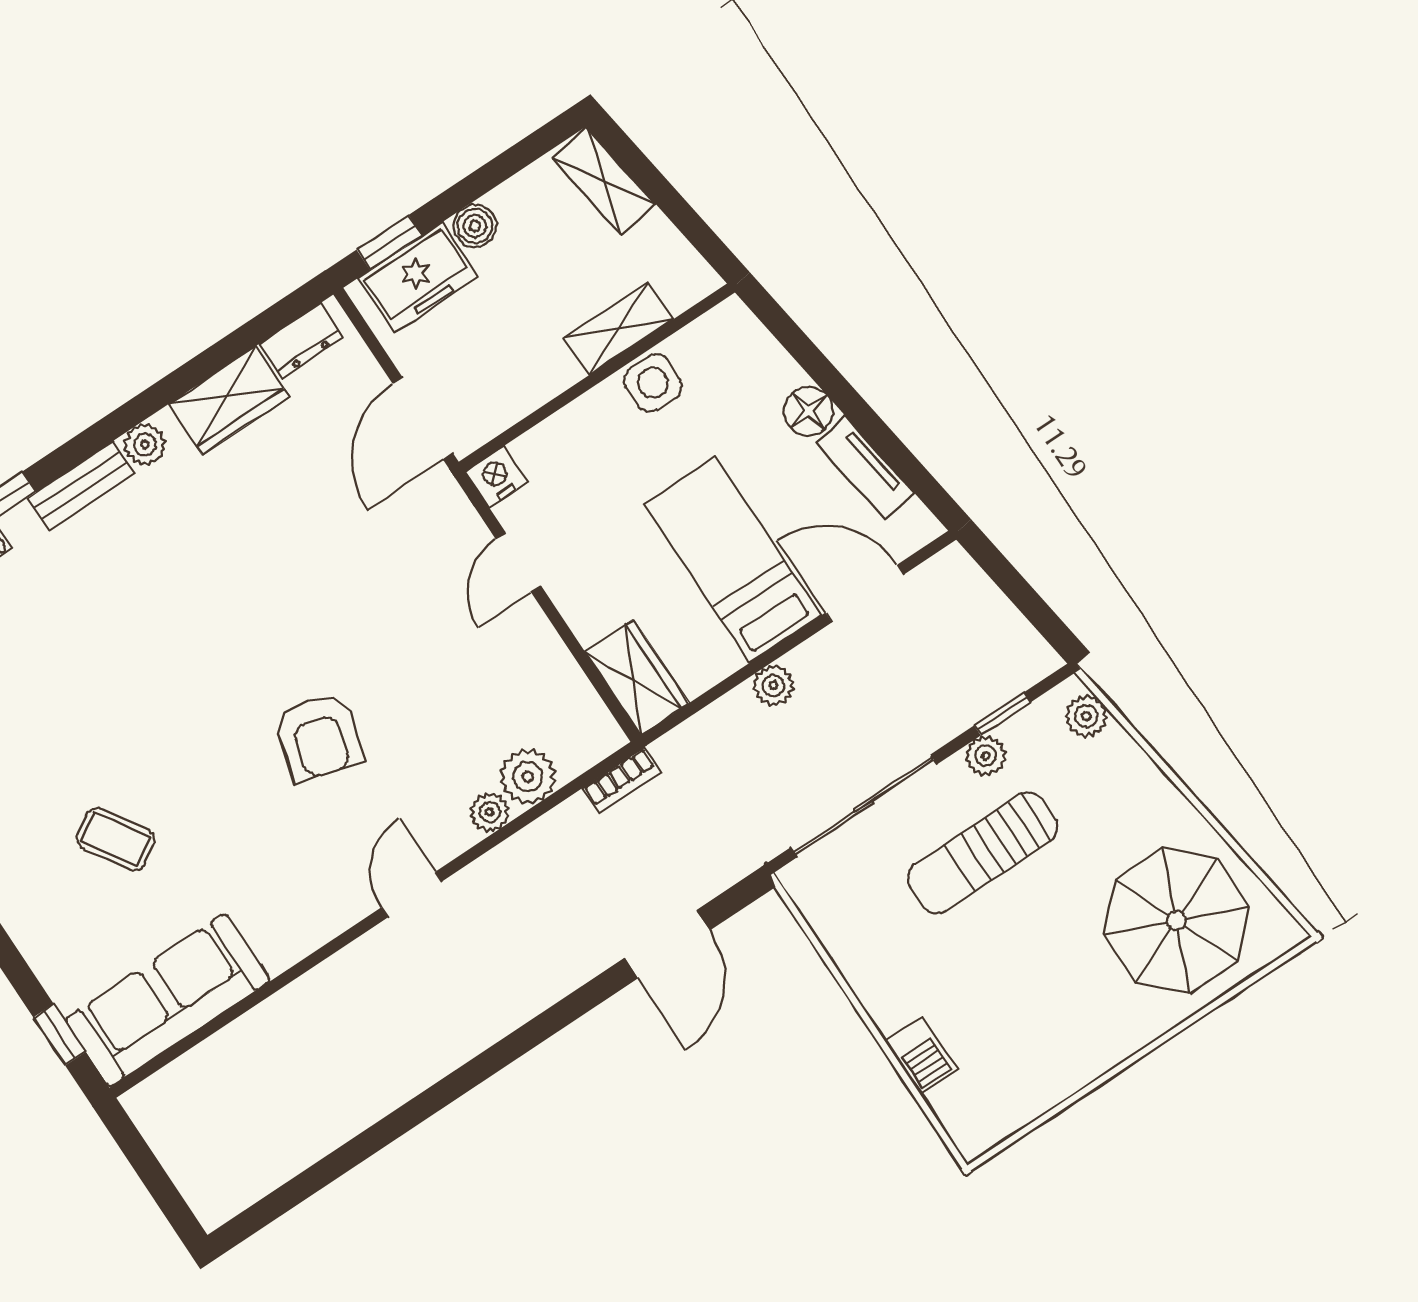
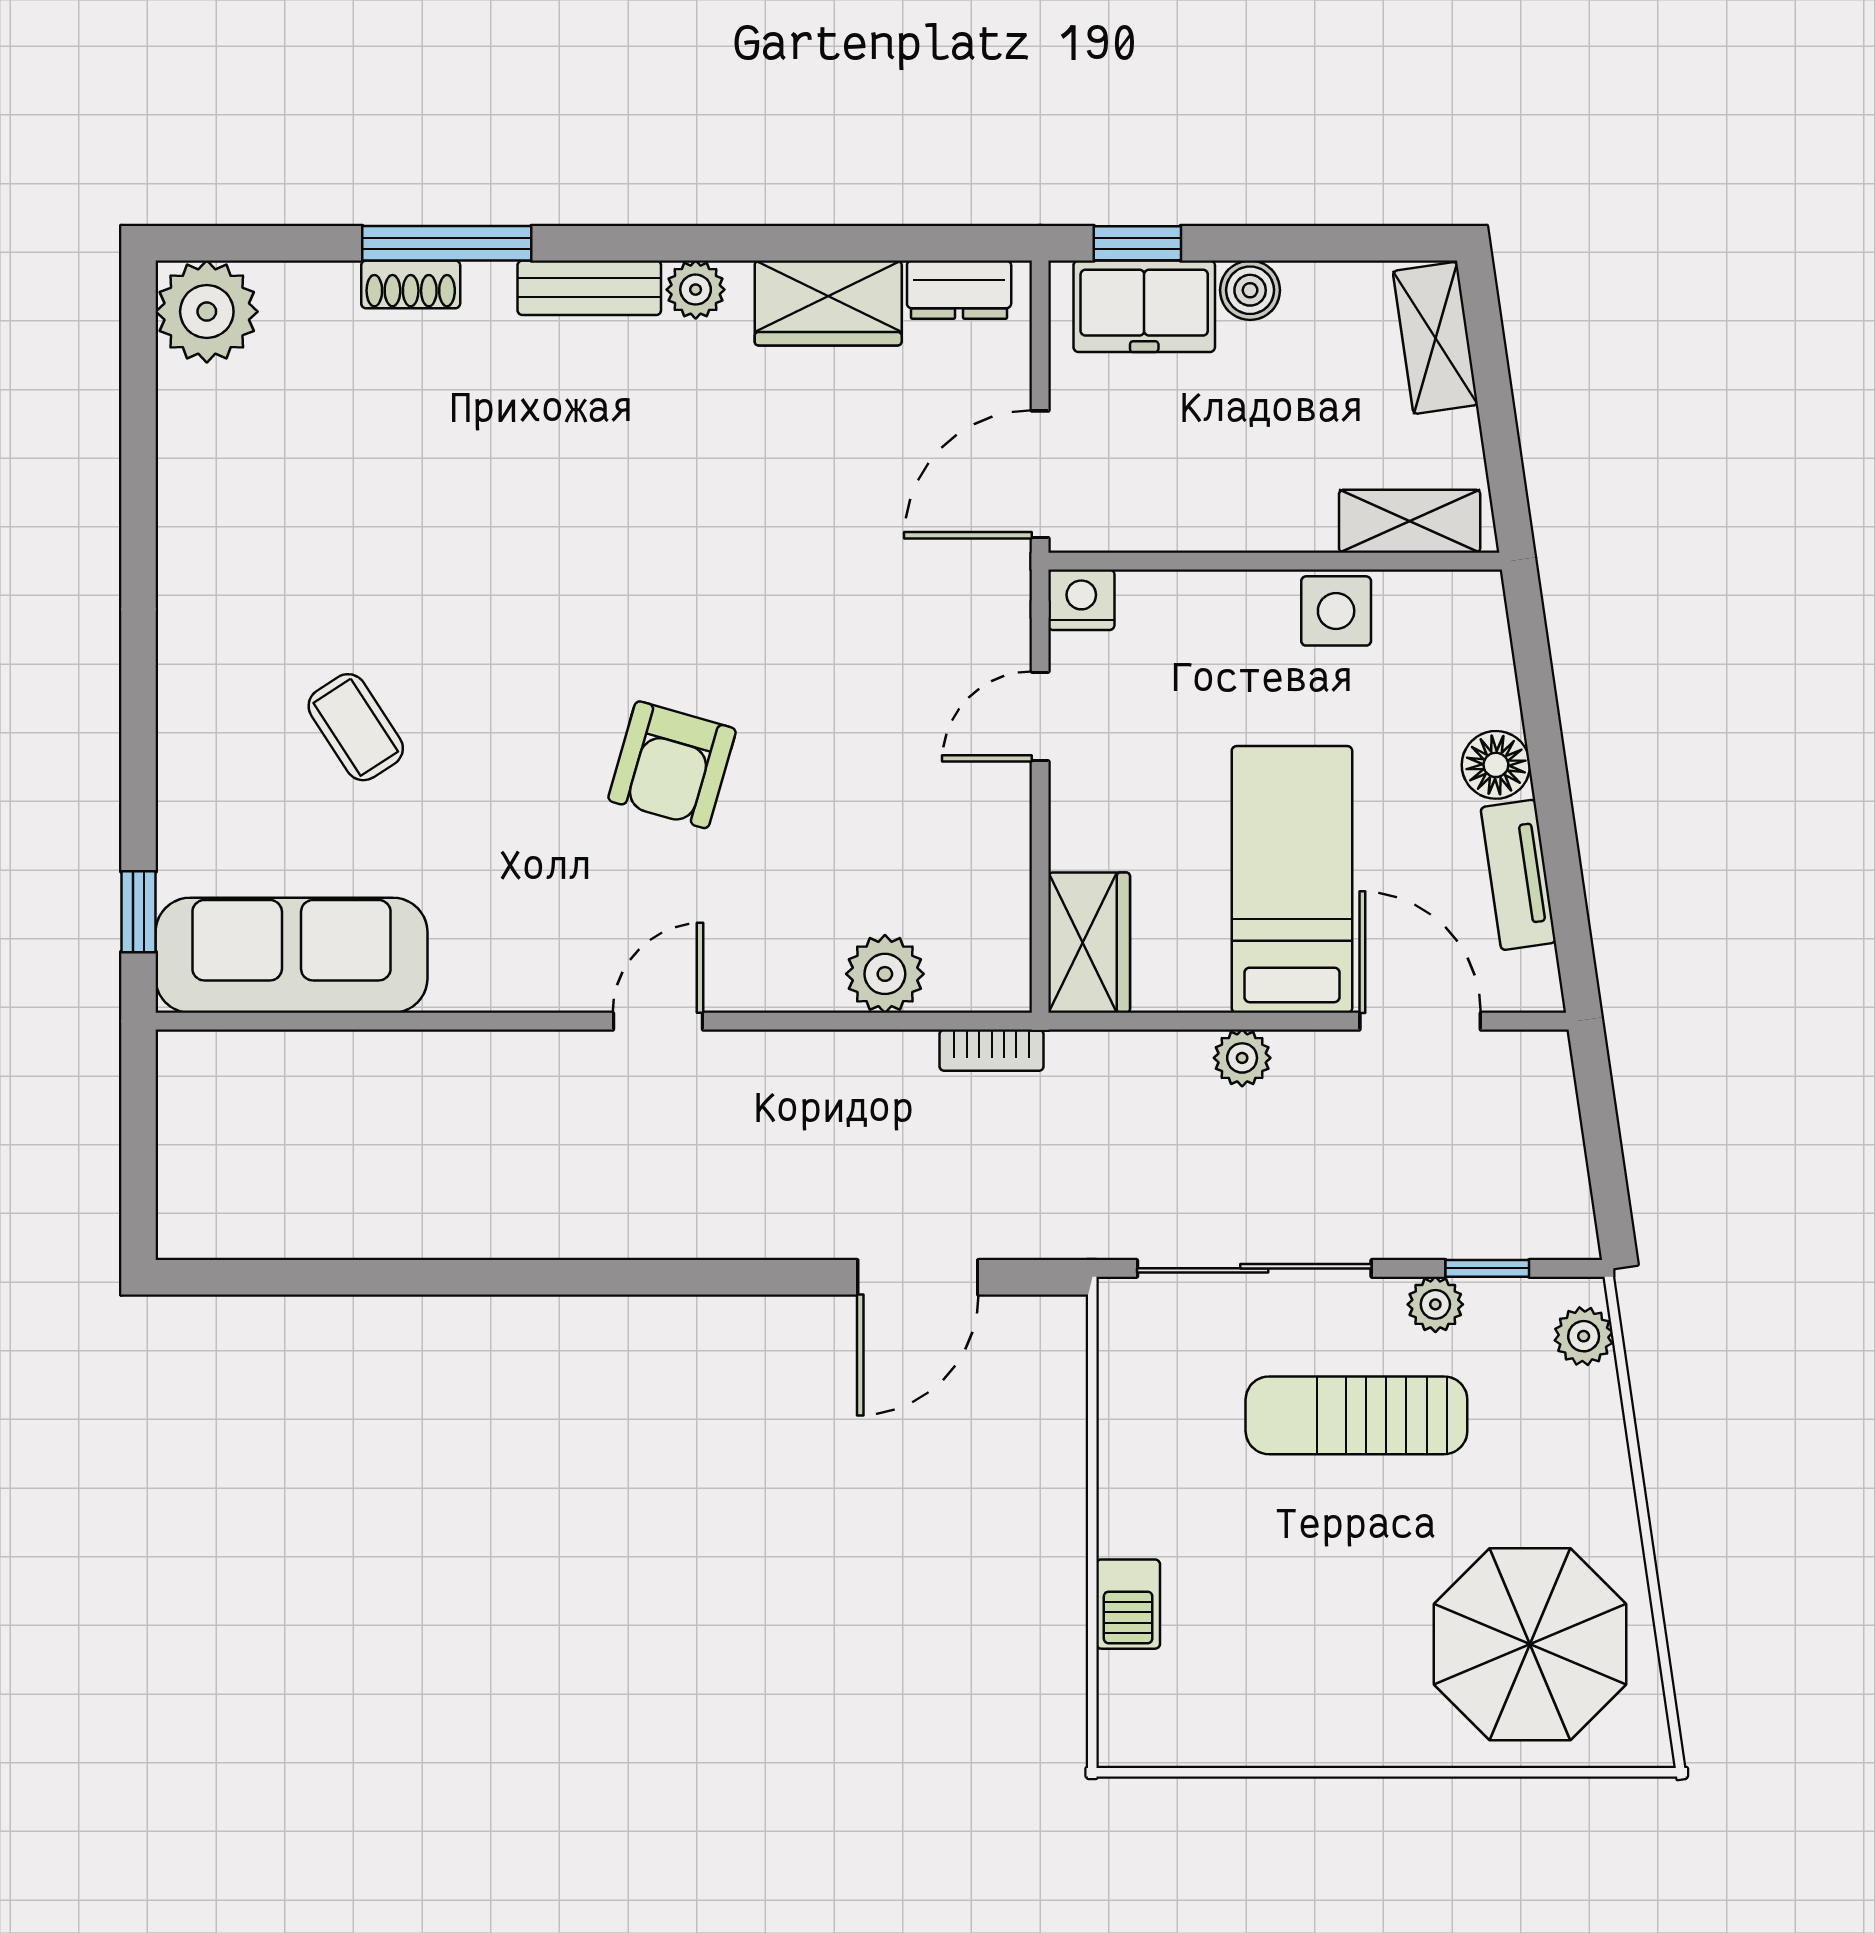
shelving: (618, 329) -> (1410, 521), moved
plant: (490, 812) -> (813, 986), removed

